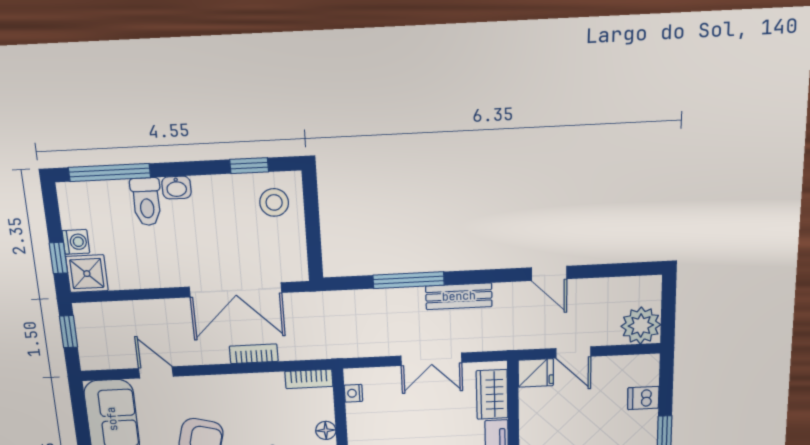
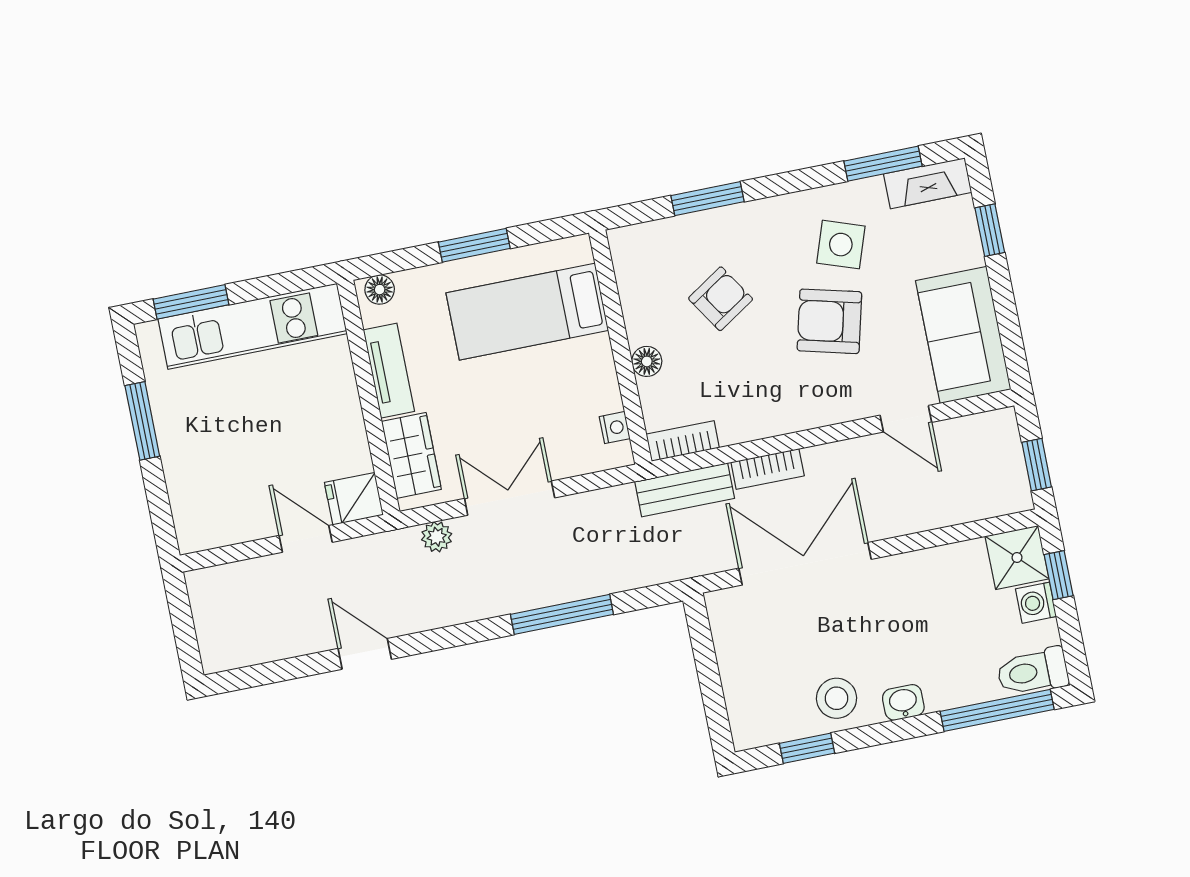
toilet: (146, 202) -> (1033, 672), moved, turned -90
stool: (274, 202) -> (837, 698), moved
bench: (459, 296) -> (685, 490), moved
plant: (641, 325) -> (437, 537), moved, width x0.53, depth x0.53
dishwasher: (643, 398) -> (188, 482), removed

